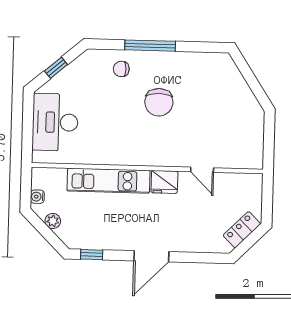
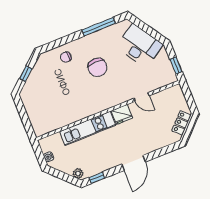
window: (150, 46) -> (99, 27), moved
desk: (55, 122) -> (139, 46), moved, turned 147
window: (269, 147) -> (176, 66), added
plant: (53, 221) -> (78, 173), moved

